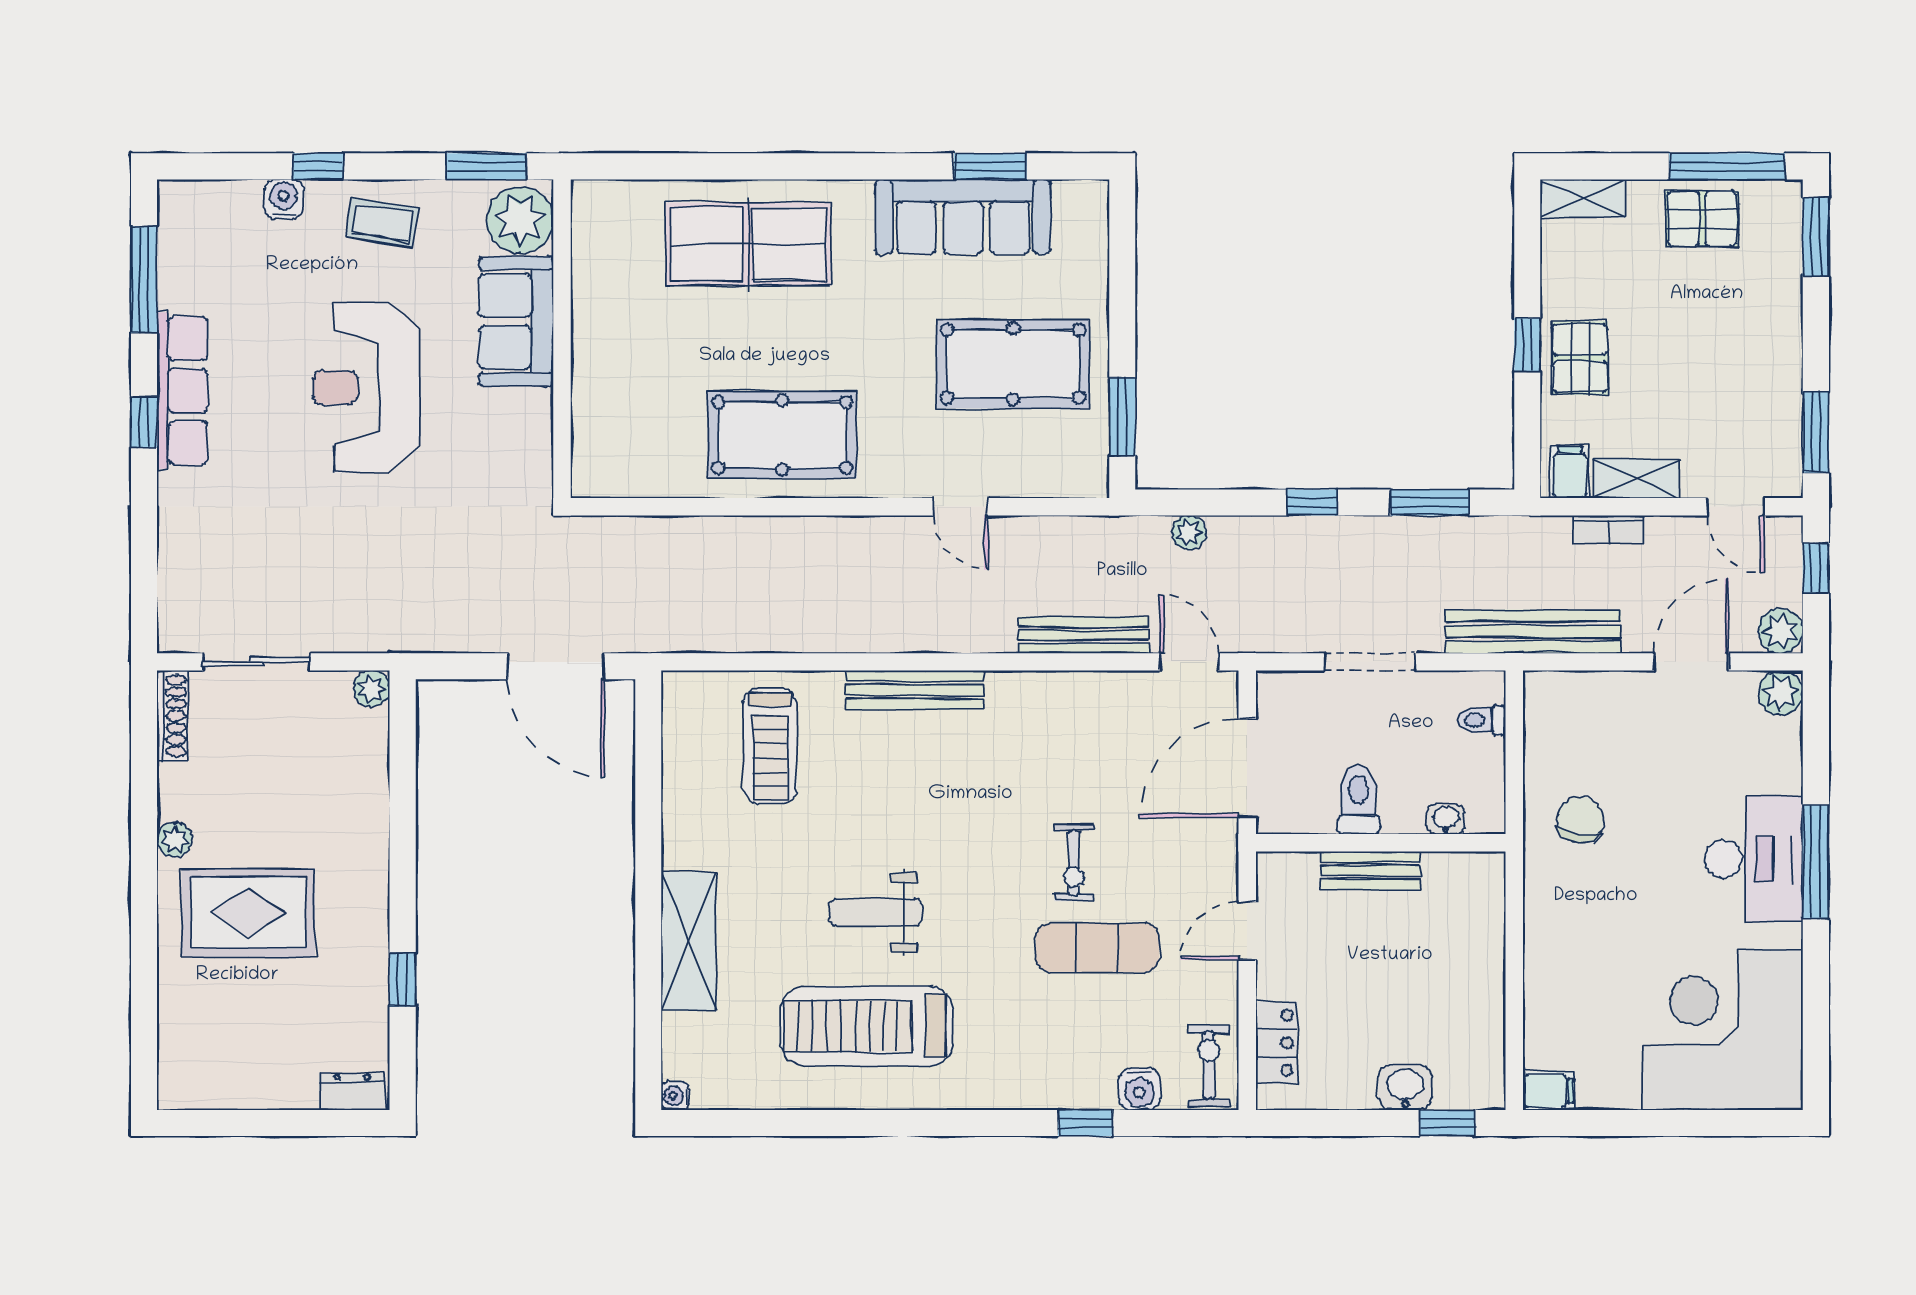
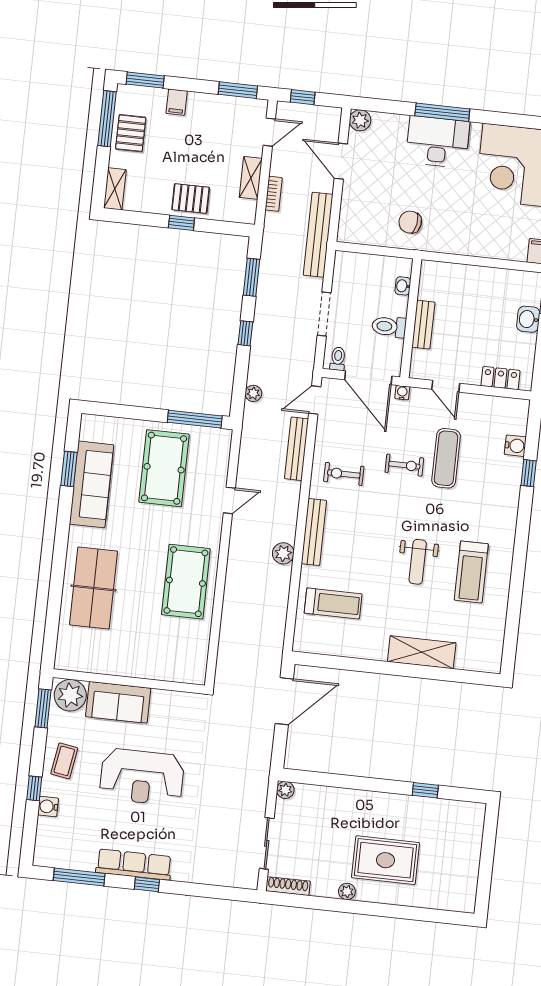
window: (1122, 417) -> (195, 419), width x1.44
filing cabinet: (1570, 472) -> (177, 102), moved, turned -90
plant: (1781, 631) -> (283, 553), moved
toilet: (1481, 720) -> (338, 359), moved, turned 180
rug: (248, 913) -> (385, 860), turned 90
treadmill: (867, 1026) -> (471, 572), width x0.73, depth x0.73
exercise bike: (1209, 1066) -> (344, 474), moved
dresser: (352, 1091) -> (476, 820), removed
water cooler: (675, 1096) -> (402, 393), moved, turned 180

